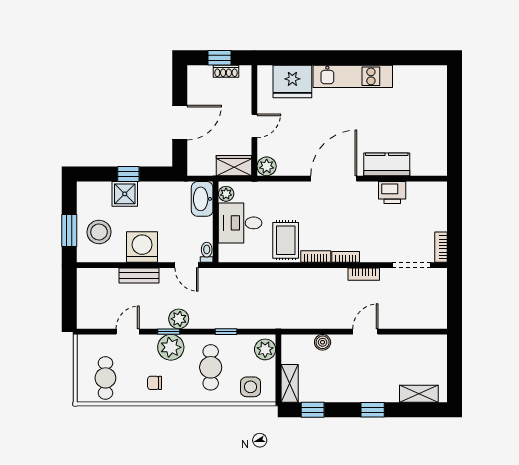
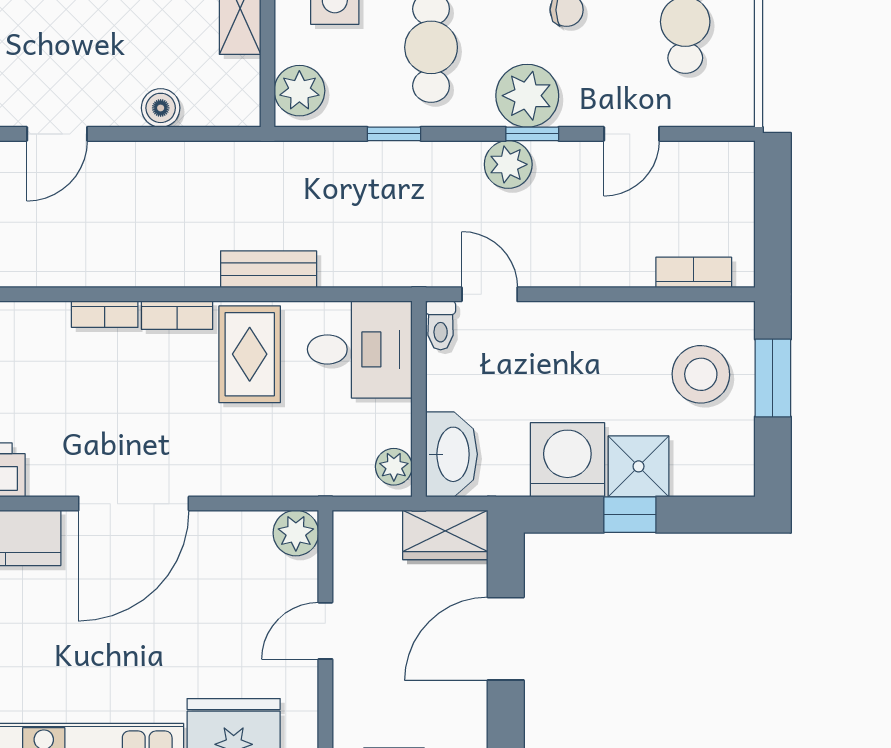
wardrobe: (234, 166) -> (445, 535), moved
desk: (240, 223) -> (360, 349), moved
washing machine: (142, 247) -> (567, 460), moved, turned 180
bookcase: (364, 274) -> (694, 272), moved
bench: (139, 276) -> (269, 269), moved

